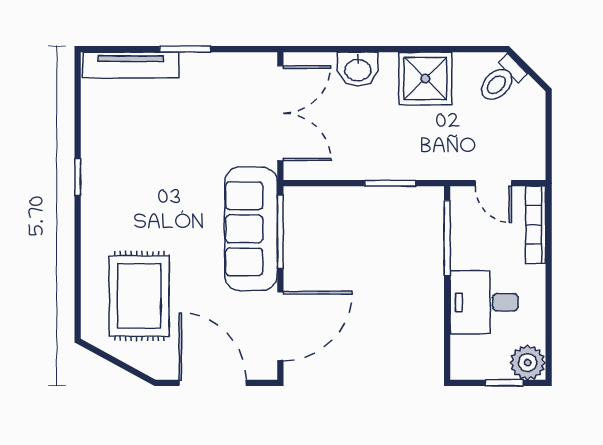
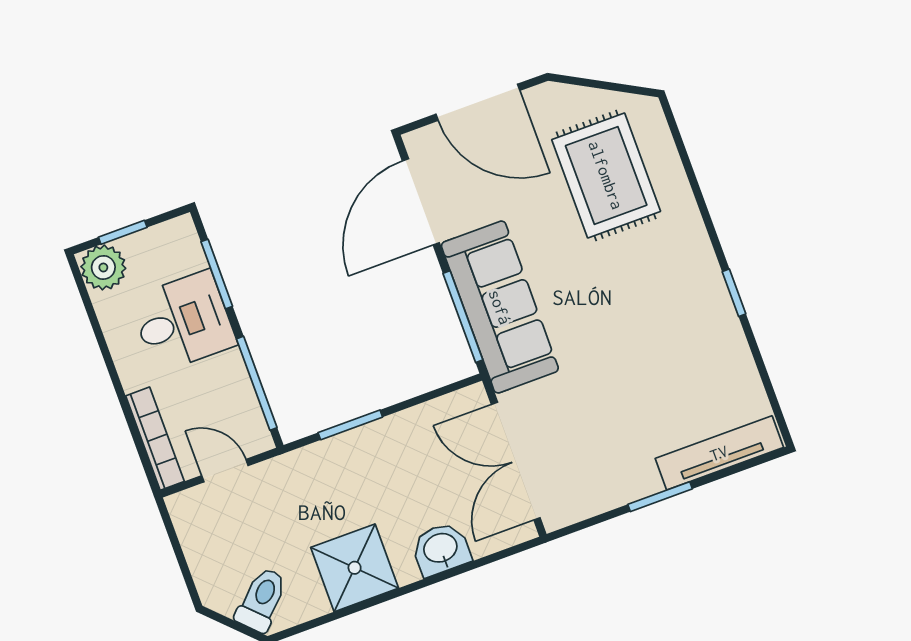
window: (447, 328) -> (217, 274), added

